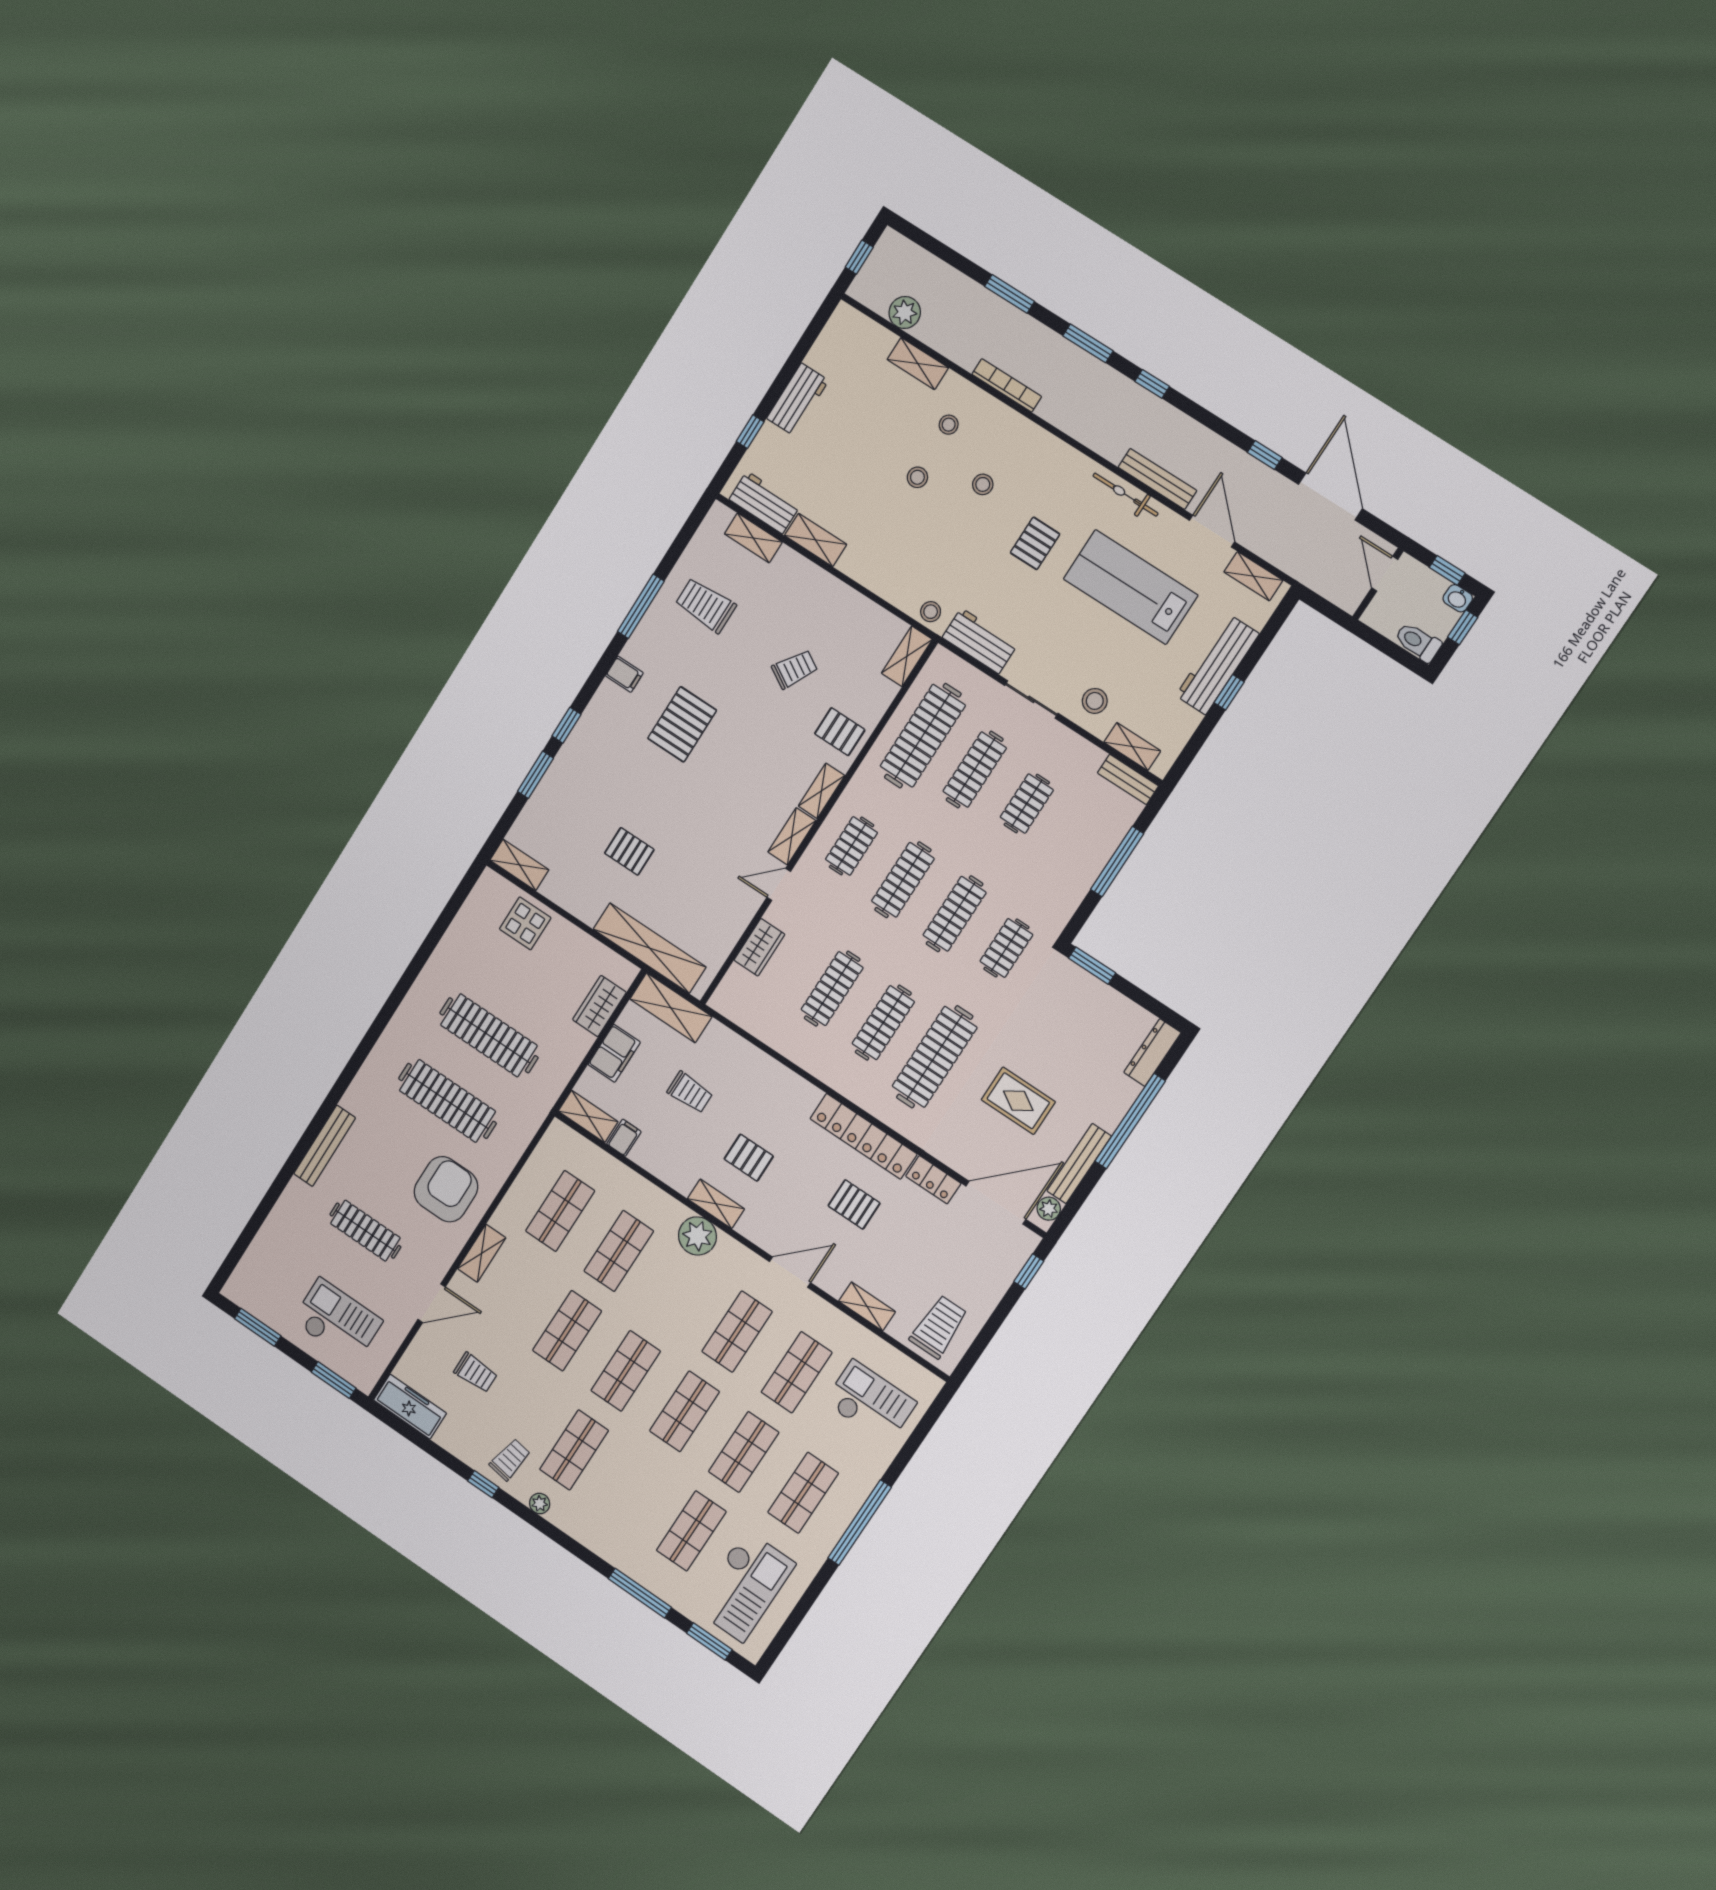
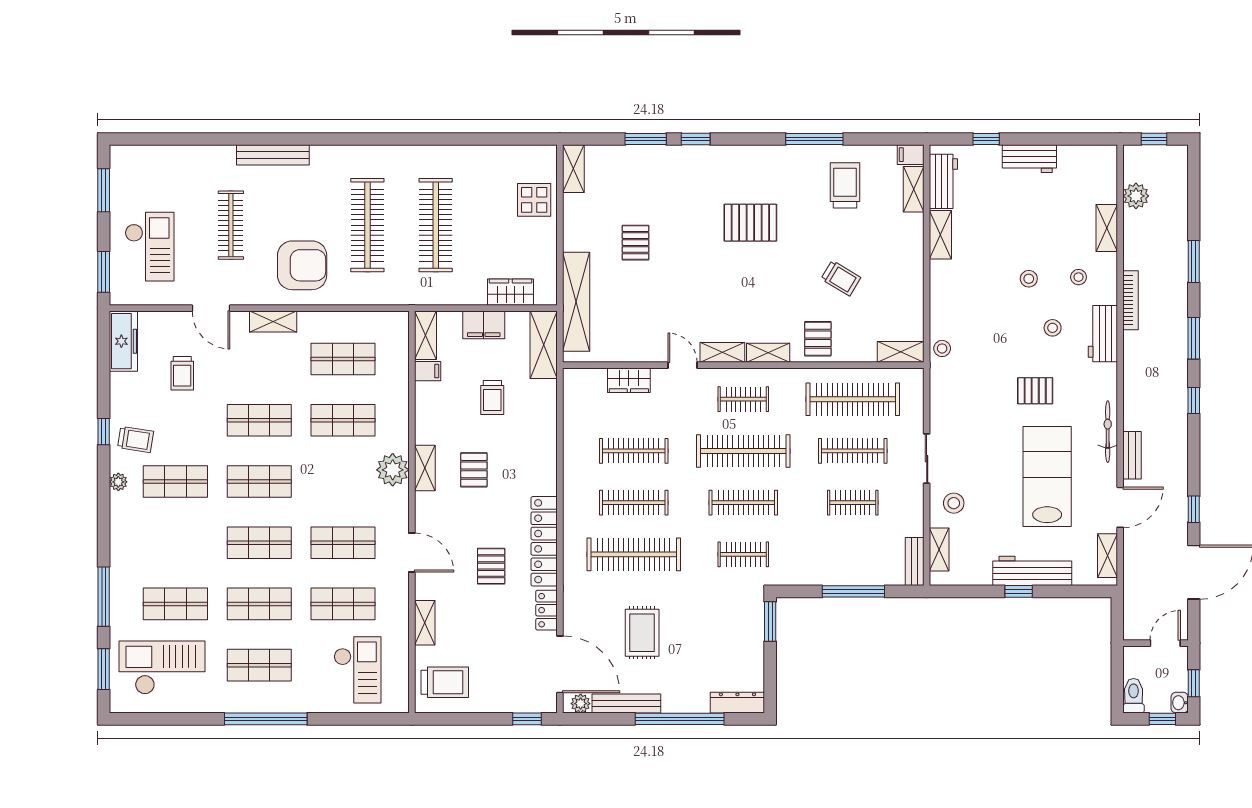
bench: (1157, 479) -> (1132, 455), width x0.73
workbench: (980, 641) -> (1103, 334), moved, turned 180
filing cabinet: (624, 674) -> (911, 155), moved, turned 90
clothes rail: (903, 880) -> (743, 451), width x1.37, depth x1.31
checkout: (744, 1586) -> (162, 668), turned 180

